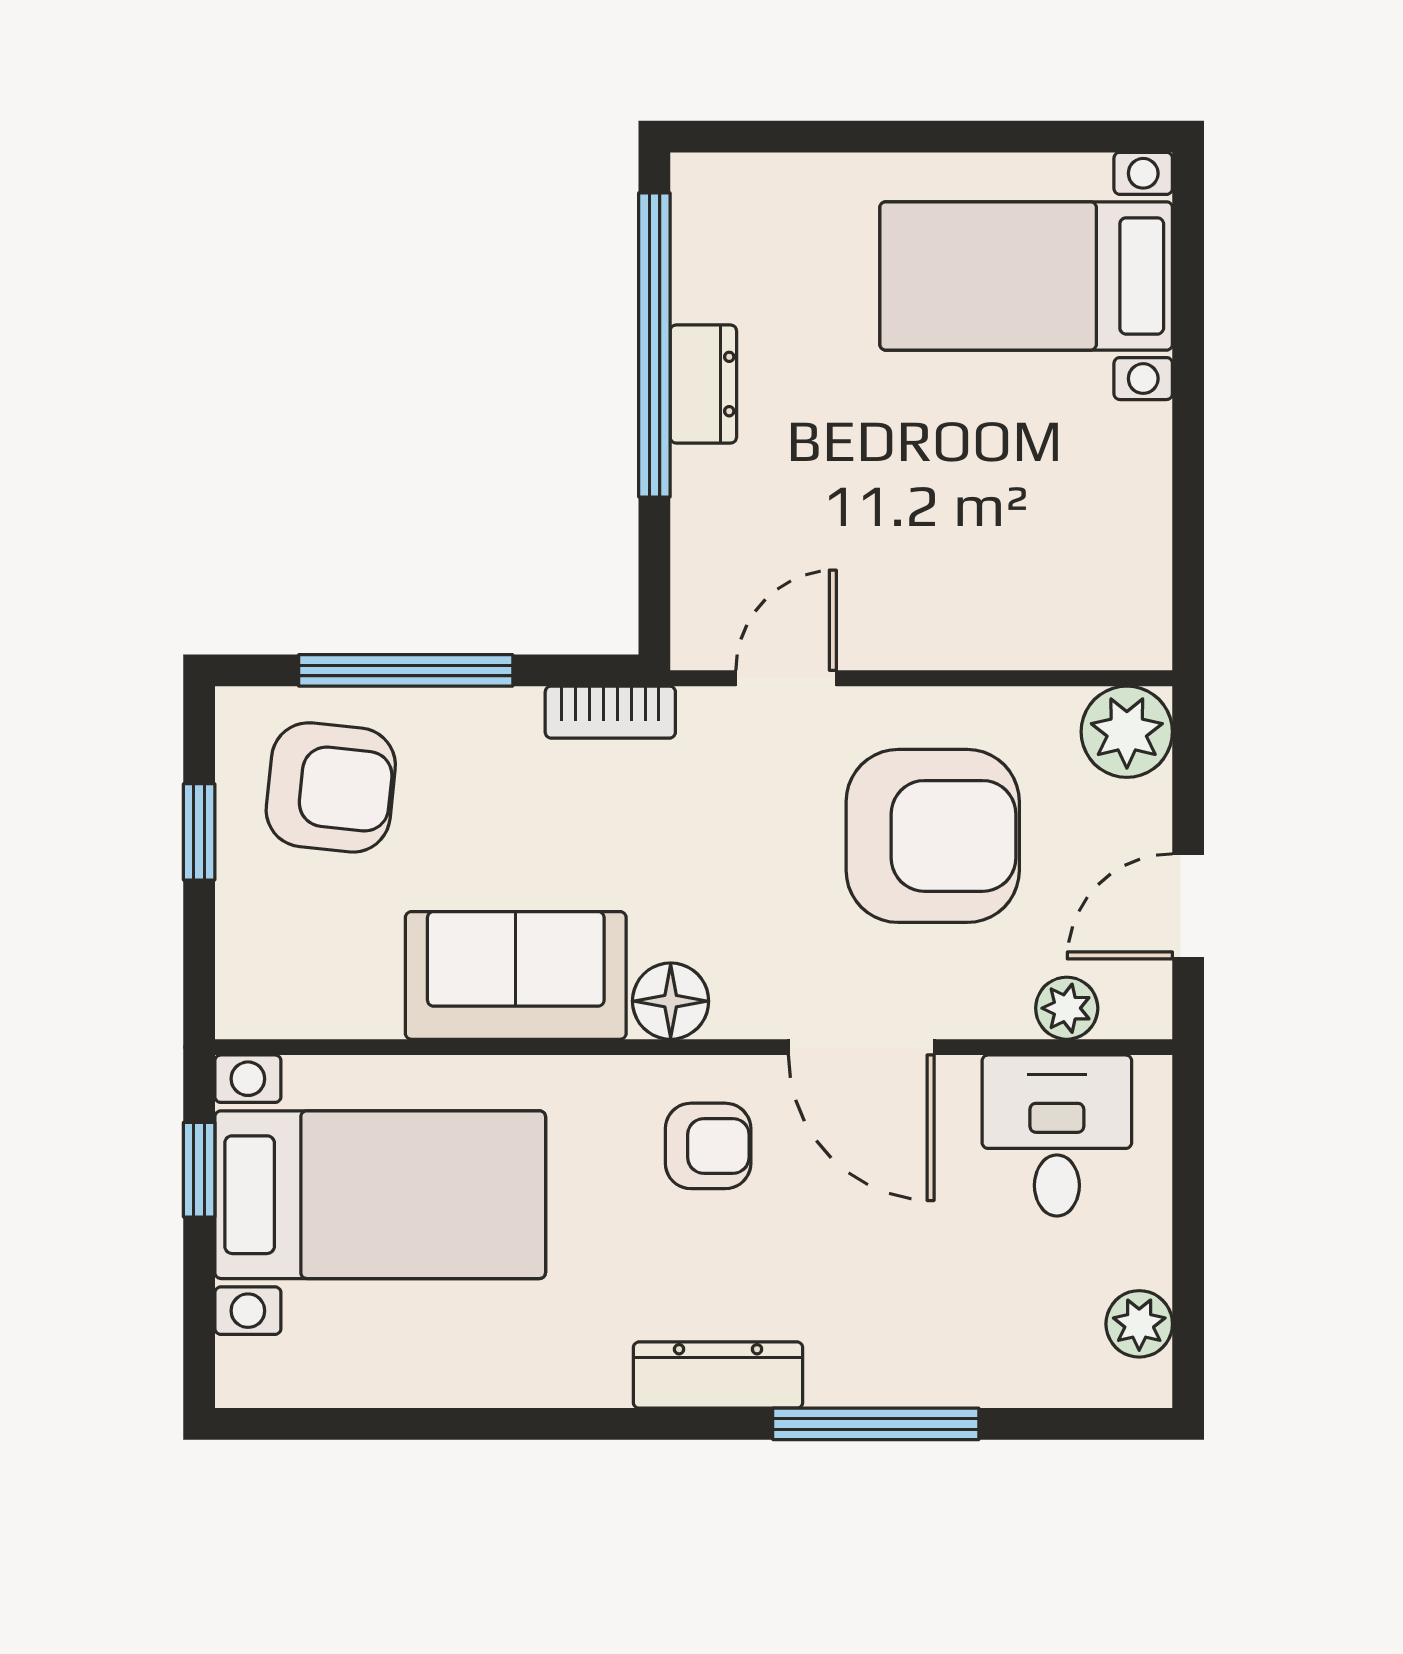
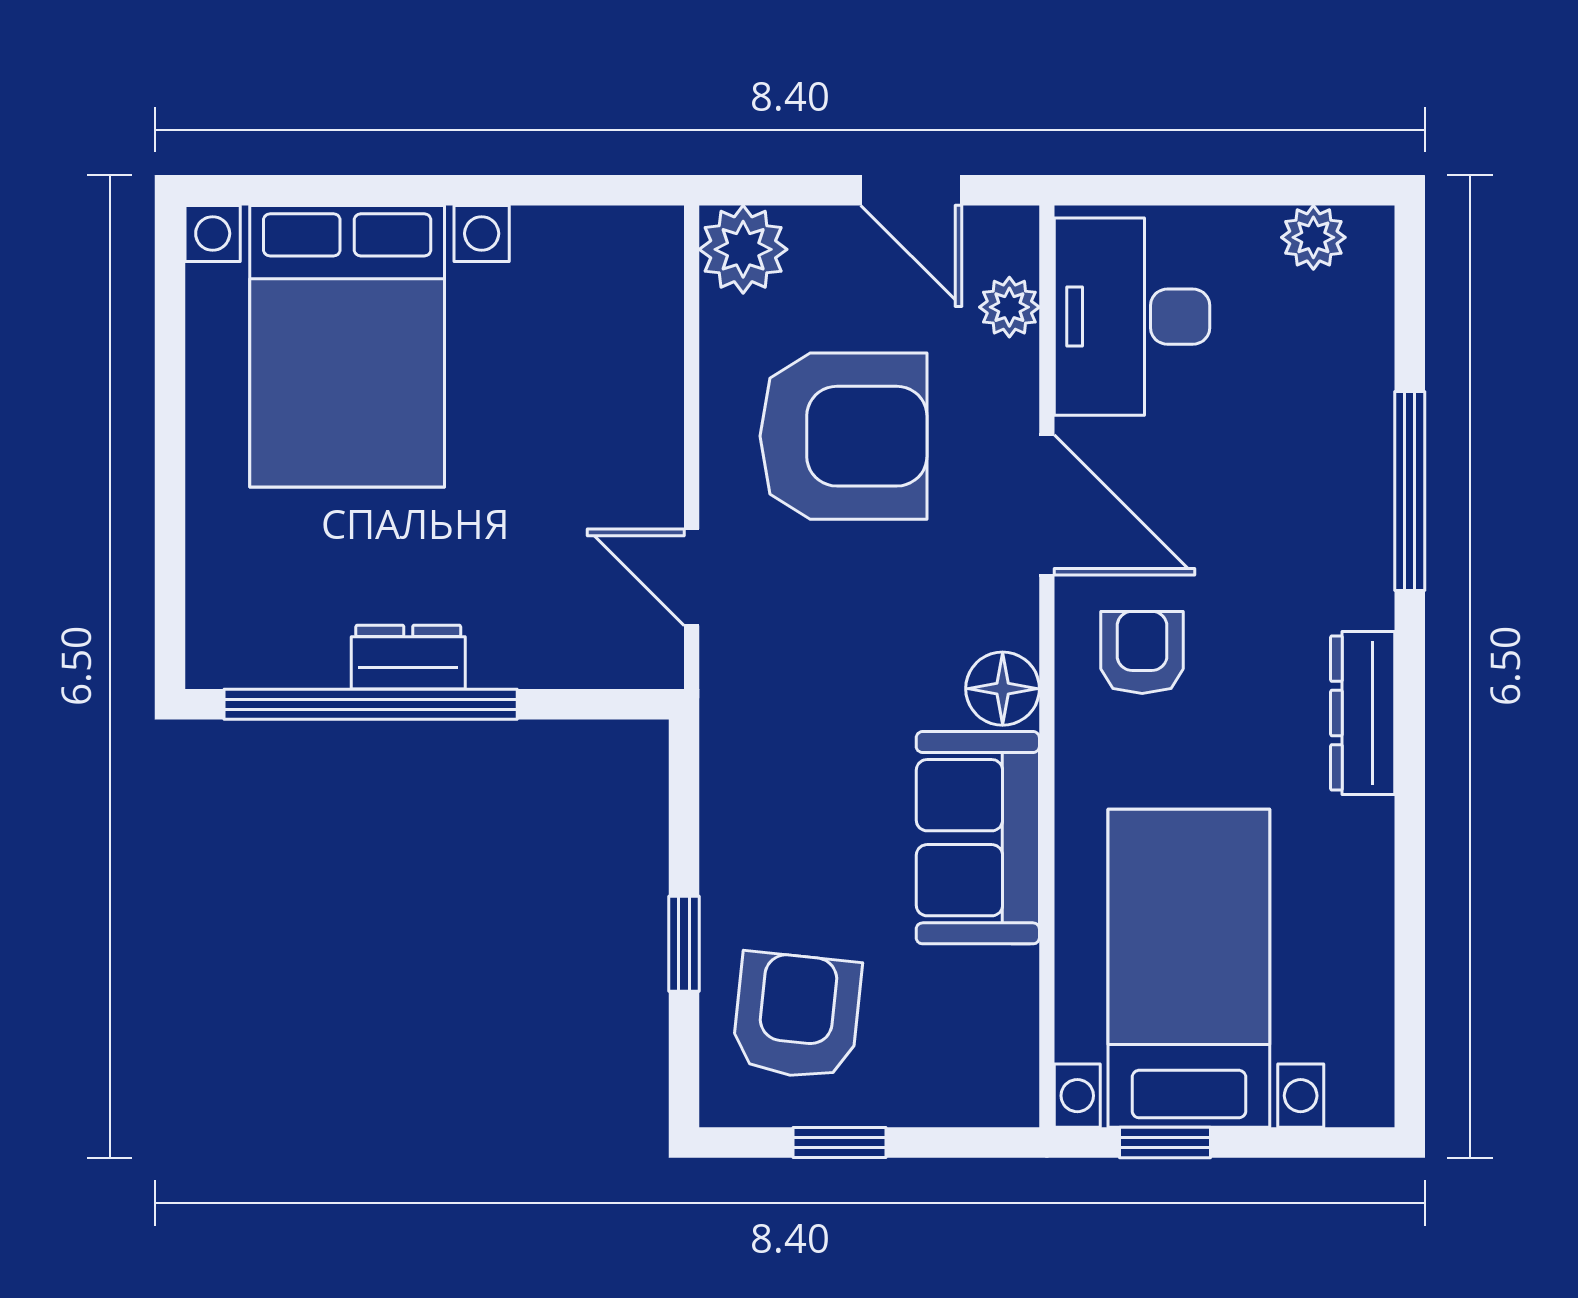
bed with nightstands: (1026, 276) -> (347, 346), width x1.36
window: (406, 670) -> (684, 944), width x0.46
bookcase: (610, 712) -> (724, 747), removed
armchair: (933, 836) -> (843, 436), turned 90
door: (861, 1047) -> (1047, 505), hinge flipped
desk: (1057, 1136) -> (1132, 317), width x1.37
dresser: (718, 1375) -> (1363, 713), moved

